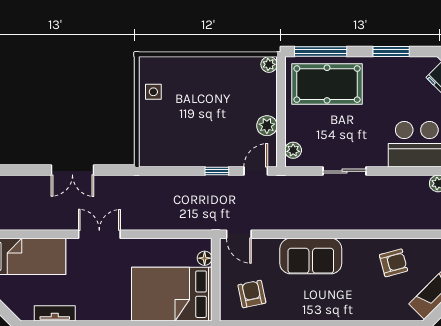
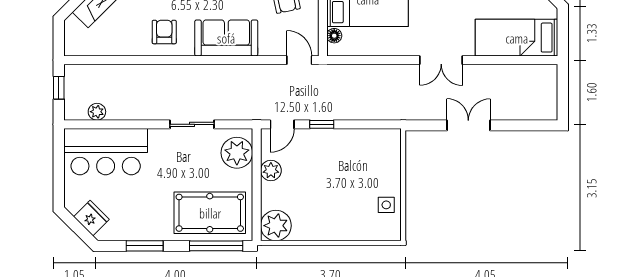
plant: (269, 64) -> (276, 226), width x1.88, depth x1.88
plant: (293, 150) -> (237, 153), width x1.87, depth x1.87
armchair: (393, 263) -> (164, 32), moved, turned 105

